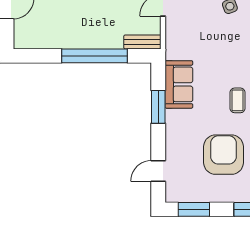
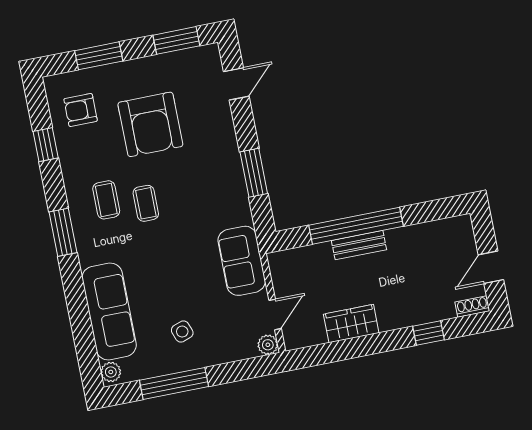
bench: (142, 42) -> (359, 245), moved
sofa: (179, 84) -> (242, 261), moved

